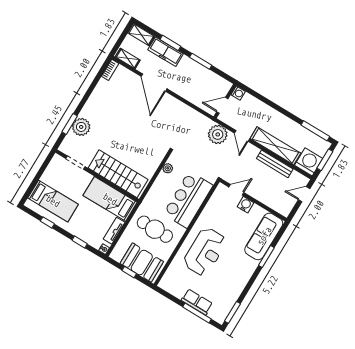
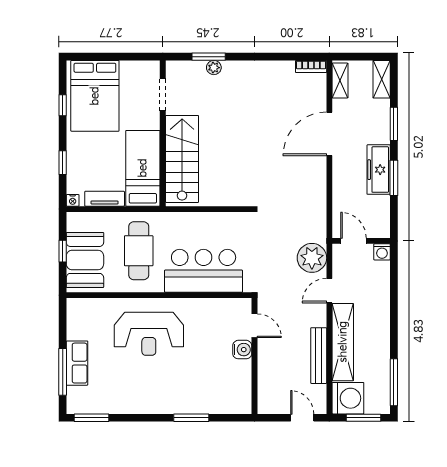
freezer: (166, 52) -> (379, 170), moved
plant: (81, 127) -> (214, 68), width x0.53, depth x0.53
plant: (168, 168) -> (228, 219), removed
bed: (53, 201) -> (95, 96), width x1.50
sofa: (264, 236) -> (215, 399), removed

